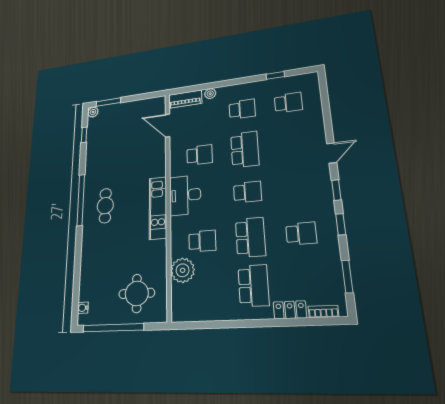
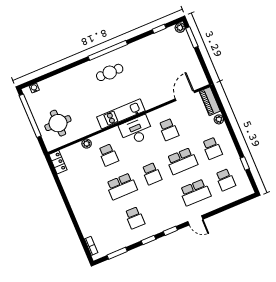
plant: (183, 270) -> (87, 144), width x0.53, depth x0.53
school desk: (253, 286) -> (195, 192), moved
locker: (290, 310) -> (58, 162), moved

